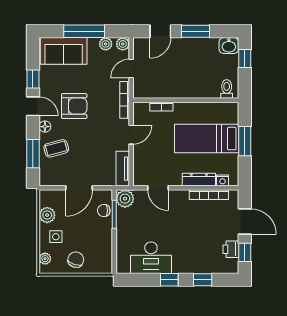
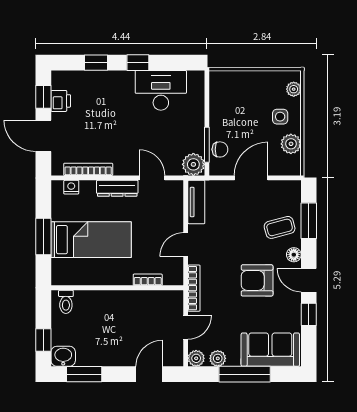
window: (196, 31) -> (84, 374), moved
dresser: (199, 180) -> (117, 188), moved
chair: (76, 260) -> (255, 88), removed

